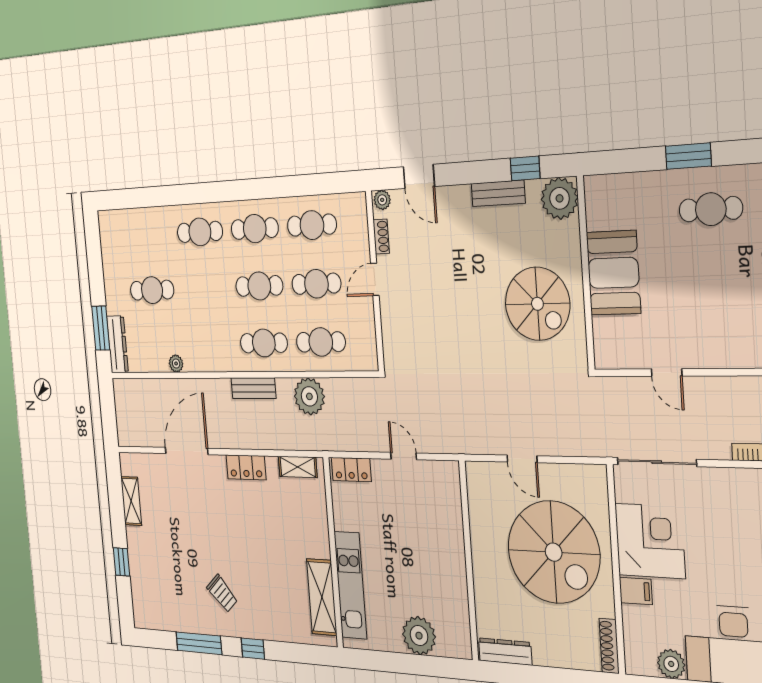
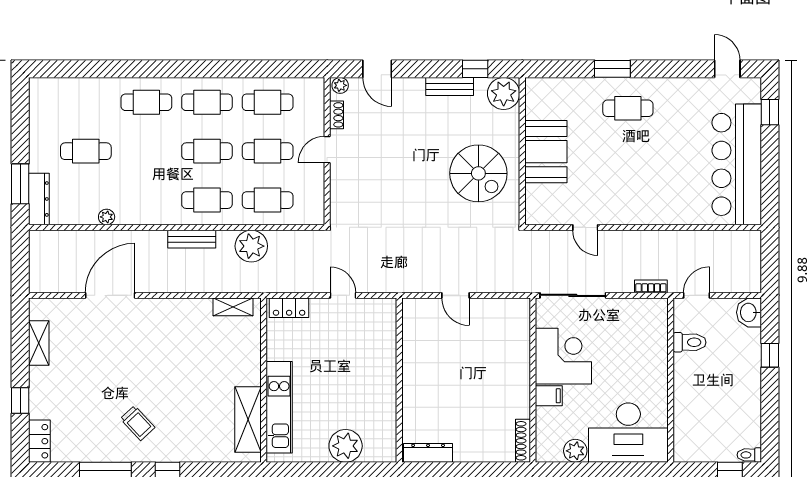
locker: (246, 467) -> (39, 441), moved, turned -90
spiral stairs: (554, 552) -> (479, 369), removed

